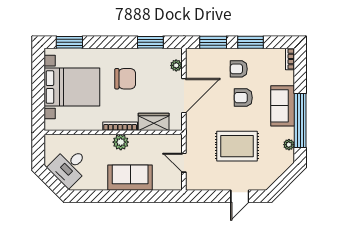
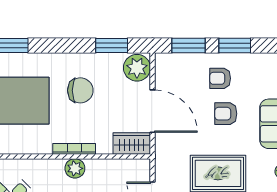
plant: (176, 65) -> (137, 68), width x1.88, depth x1.88
door: (184, 96) -> (153, 111), hinge flipped
wardrobe: (154, 122) -> (132, 143), moved

